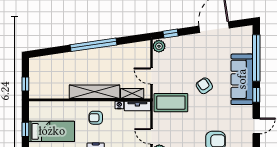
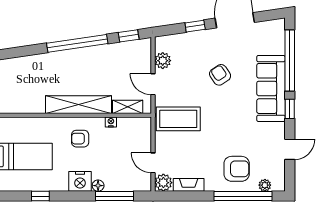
window: (171, 34) -> (195, 26), moved
window: (133, 39) -> (129, 36), added
plant: (159, 46) -> (163, 61), moved
armchair: (204, 86) -> (220, 75), moved
tv unit: (137, 106) -> (135, 123), removed

